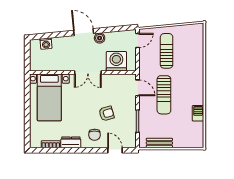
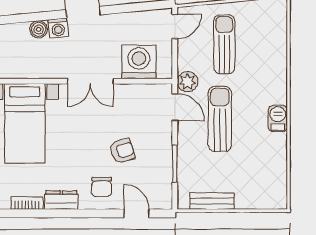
boiler: (100, 38) -> (39, 29), moved
washing machine: (46, 44) -> (58, 28), moved
plant: (145, 73) -> (187, 82), added
sun lounger: (164, 95) -> (220, 119), turned 180
barbecue: (198, 113) -> (278, 119), moved

